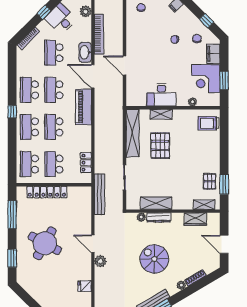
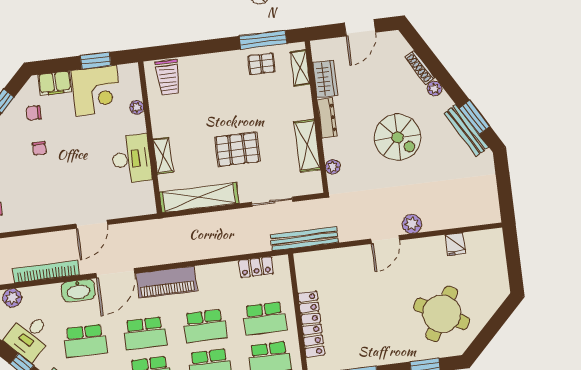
pallet: (160, 146) -> (237, 149), moved
window: (224, 184) -> (263, 40), width x1.44
dresser: (159, 217) -> (327, 118), moved
round table: (45, 243) -> (442, 314), moved
spiral stairs: (154, 259) -> (398, 137), turned -90

